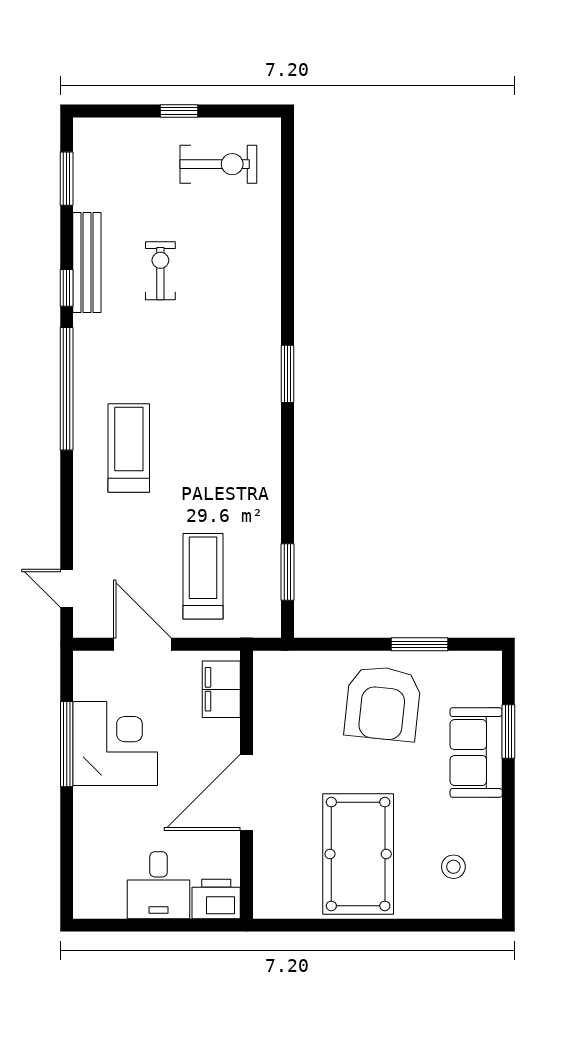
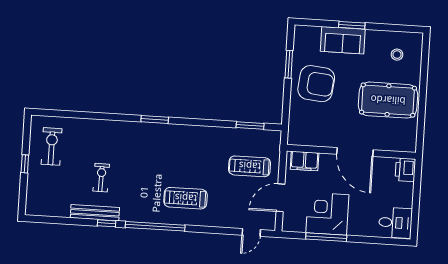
window: (67, 179) -> (54, 220), removed
exercise bike: (160, 271) -> (101, 178), turned 91
window: (508, 732) -> (352, 25), moved
desk: (159, 885) -> (395, 223), moved

